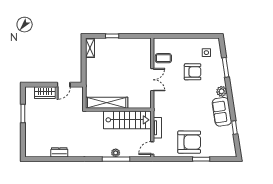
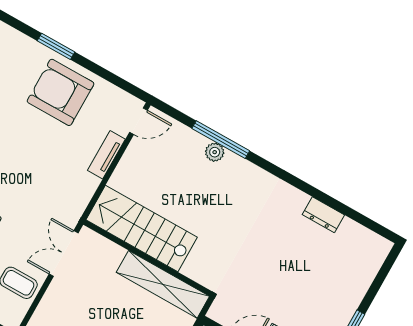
shelving: (107, 103) -> (163, 284), moved
wall: (118, 110) -> (148, 258), moved
stairs: (127, 120) -> (142, 229), moved

